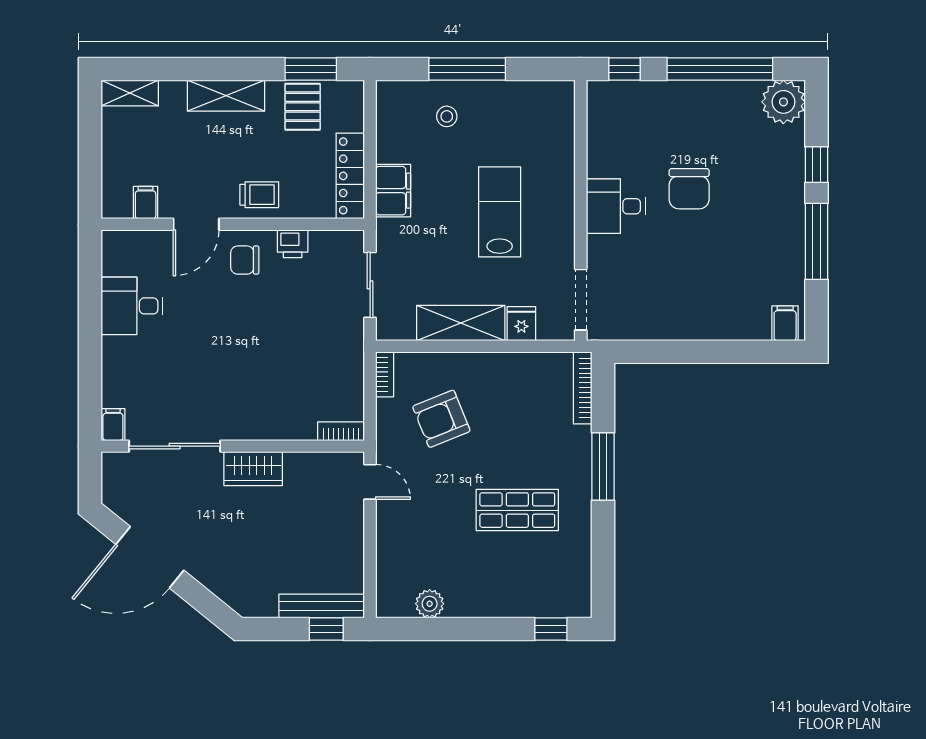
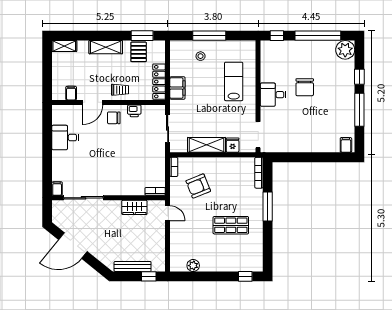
lab bench: (500, 212) -> (234, 81), moved
wardrobe: (253, 469) -> (134, 207), moved
bench: (322, 606) -> (133, 266), moved

